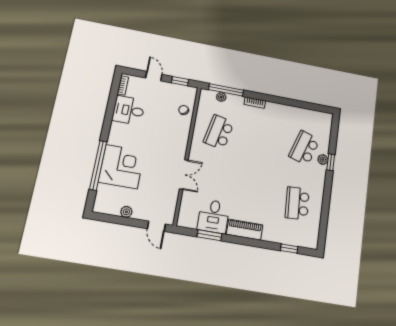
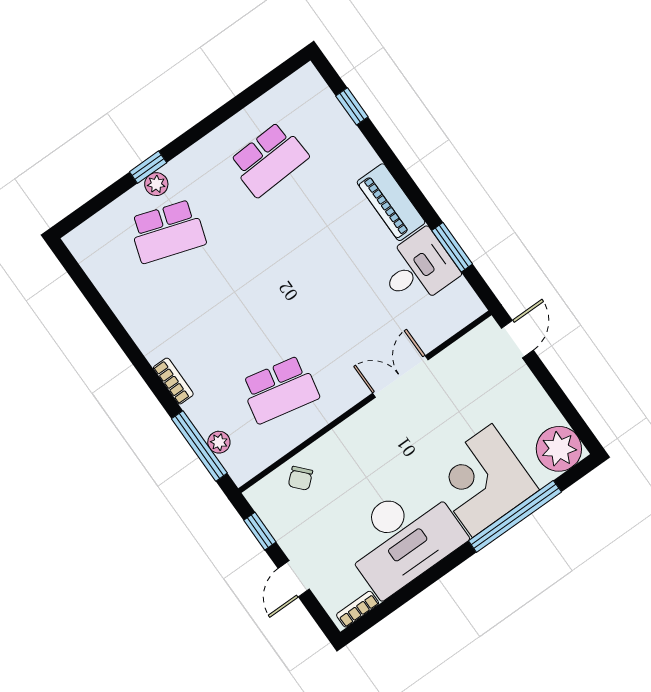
desk: (129, 110) -> (402, 538), width x1.87, depth x1.30
plant: (126, 212) -> (559, 449), moved, width x1.88, depth x1.88

